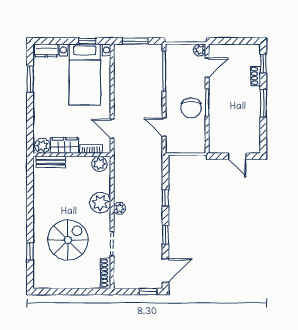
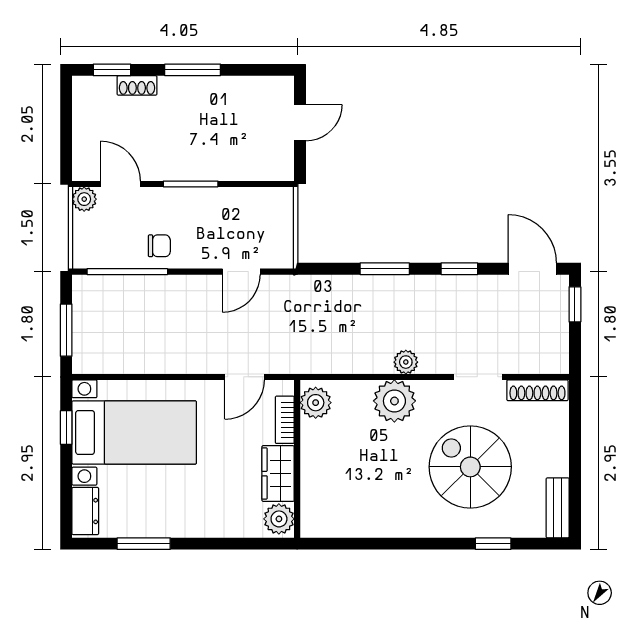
chair: (191, 108) -> (159, 246), moved, width x0.54, depth x0.54
bench: (51, 162) -> (558, 508), moved
window: (165, 198) -> (385, 269), width x1.50

